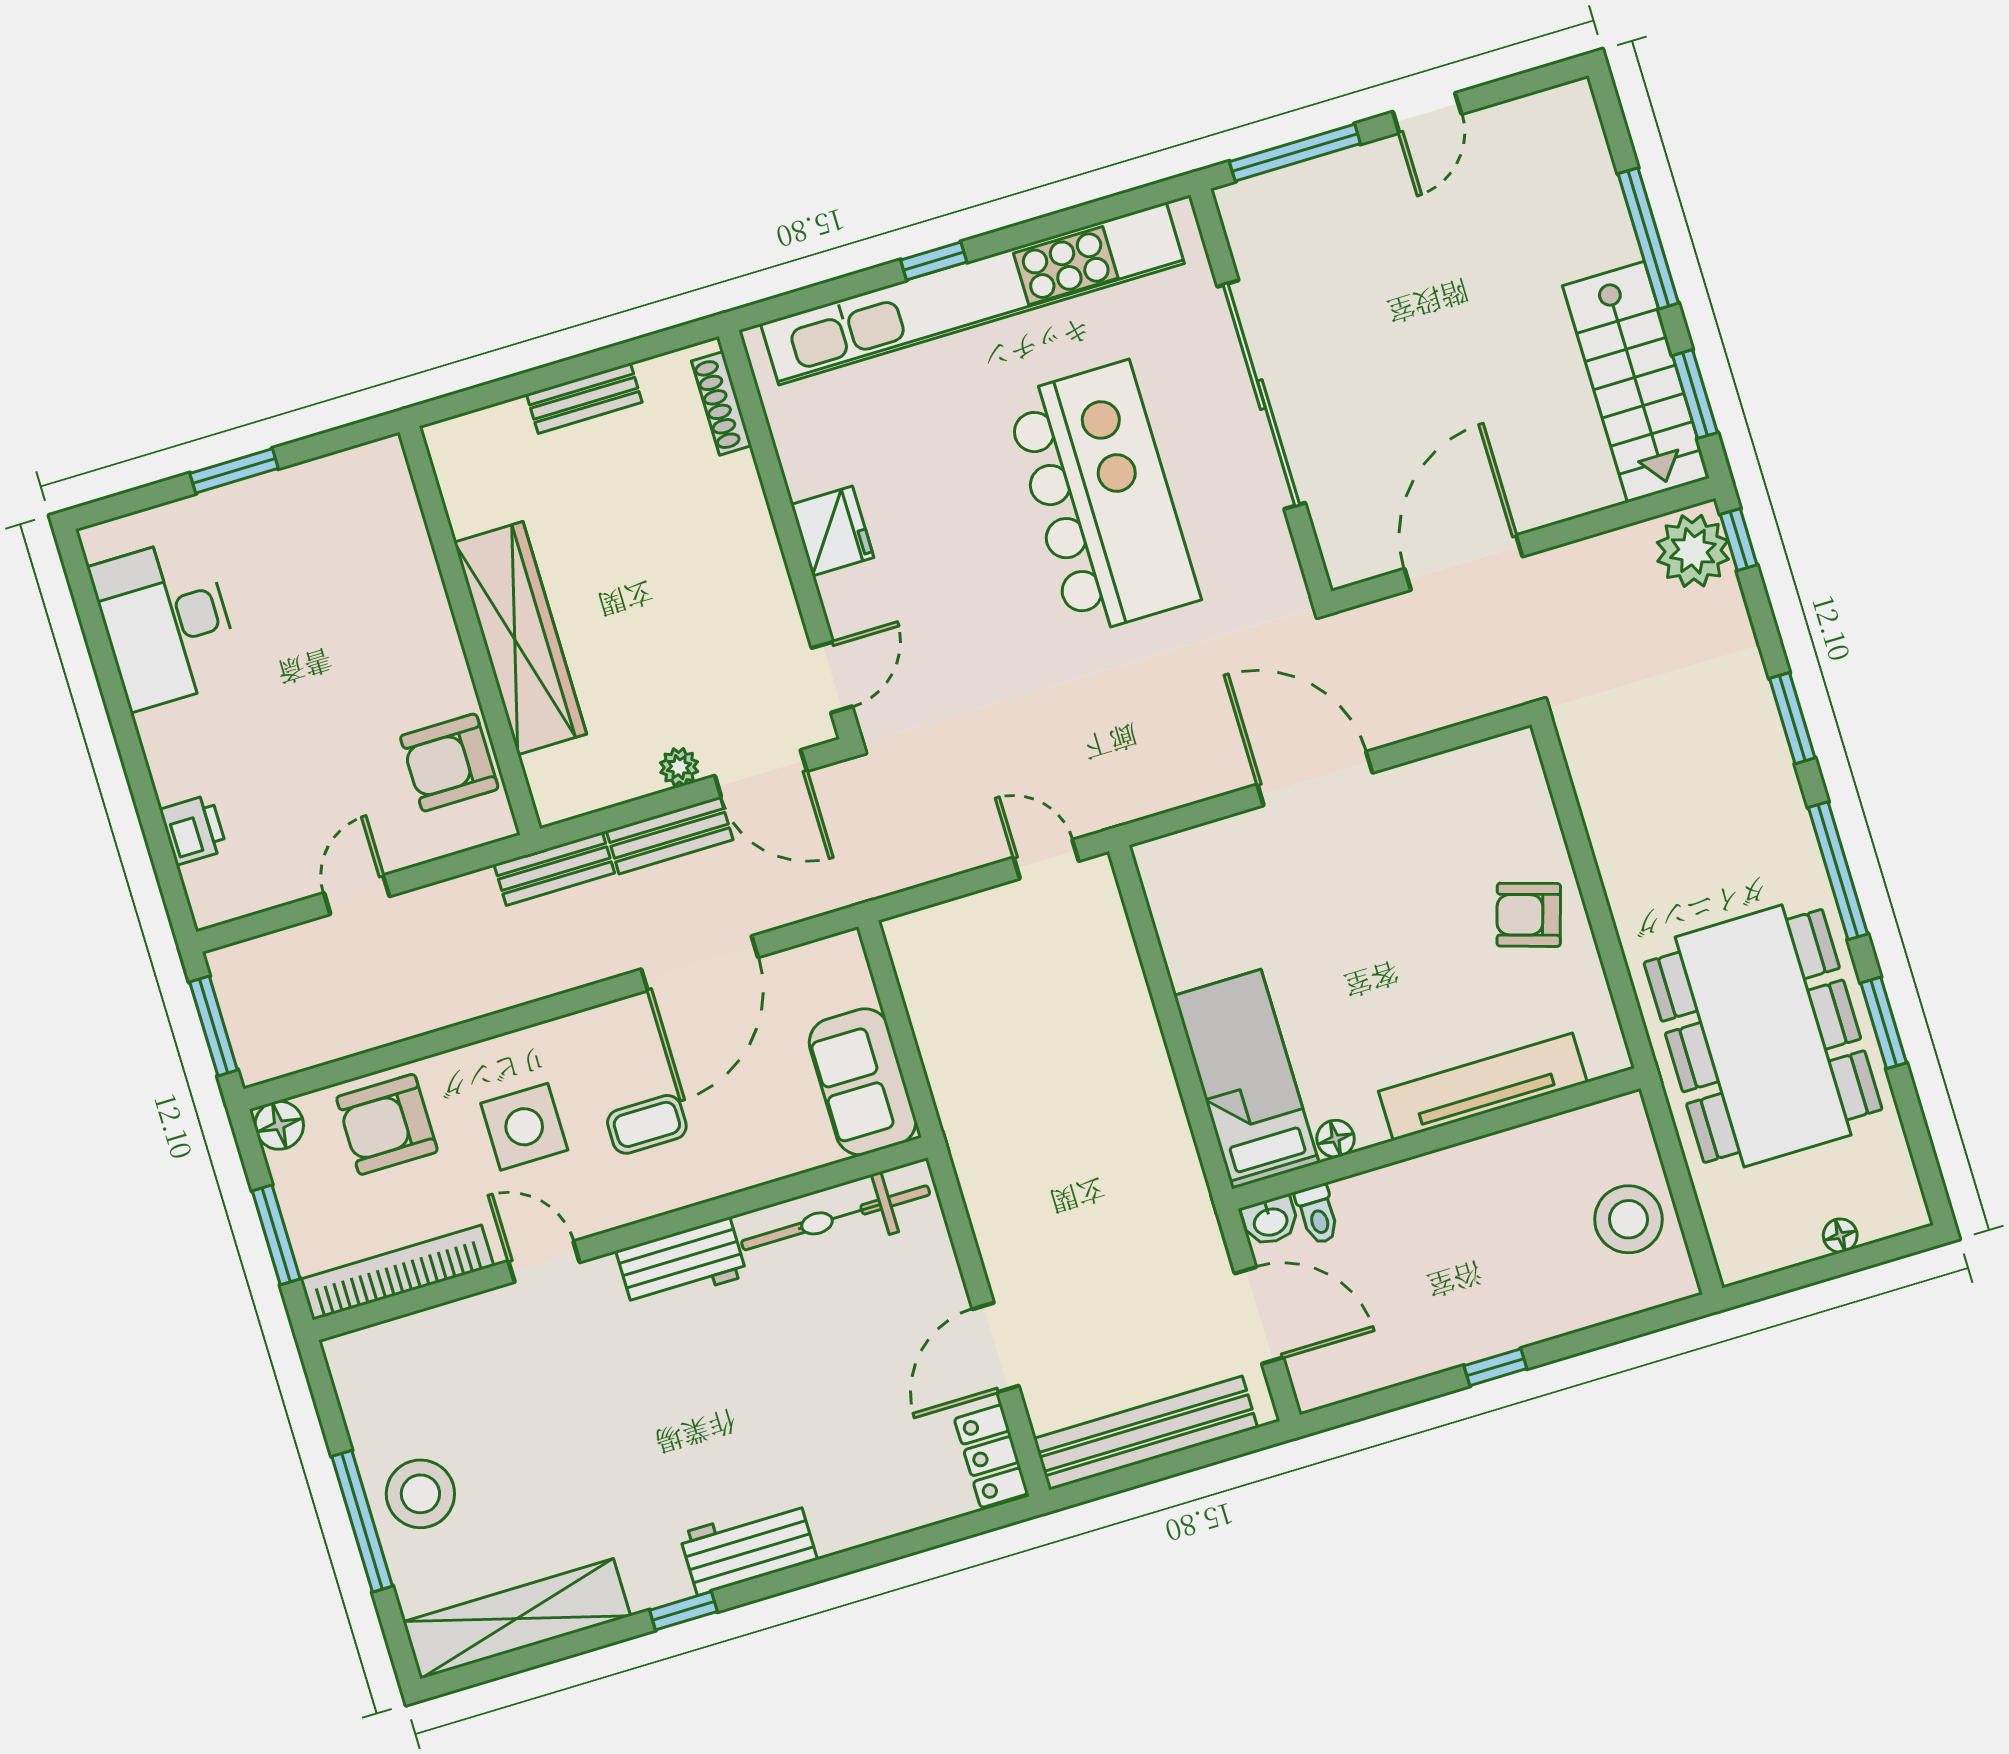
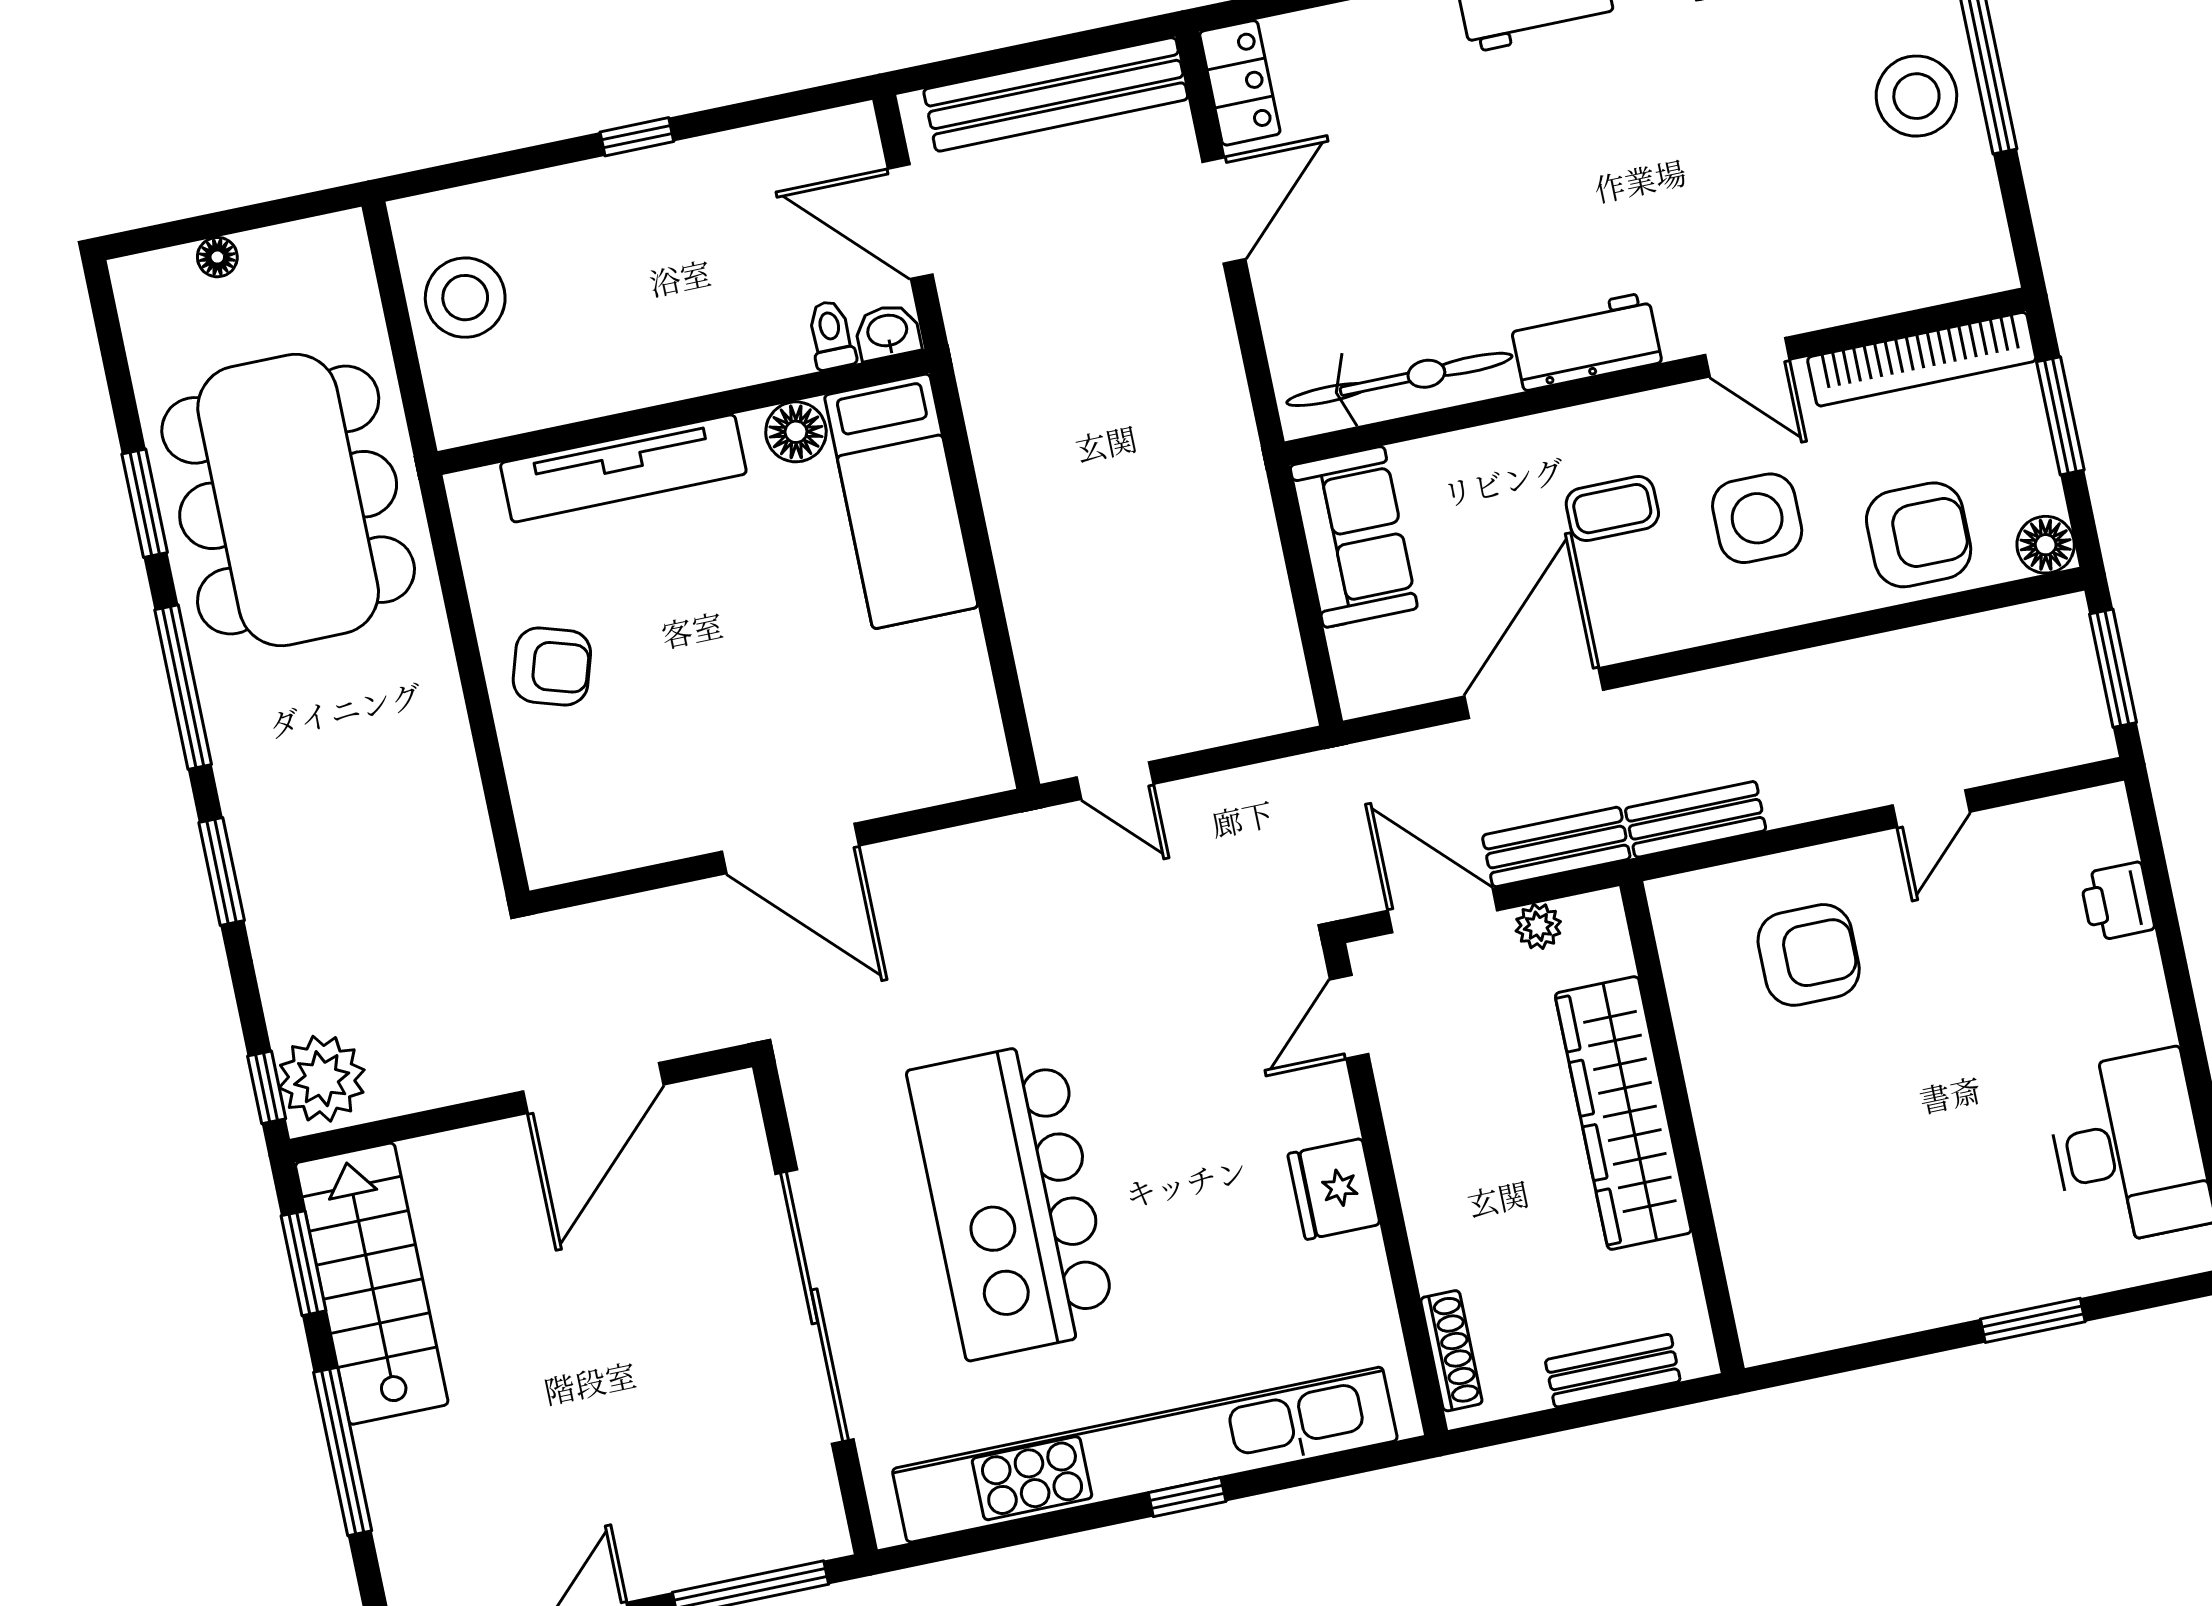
wall: (470, 630) -> (1682, 1127), moved
wardrobe: (520, 638) -> (1623, 1113), moved
floor lamp: (1336, 1139) -> (796, 432), width x1.37, depth x1.37

